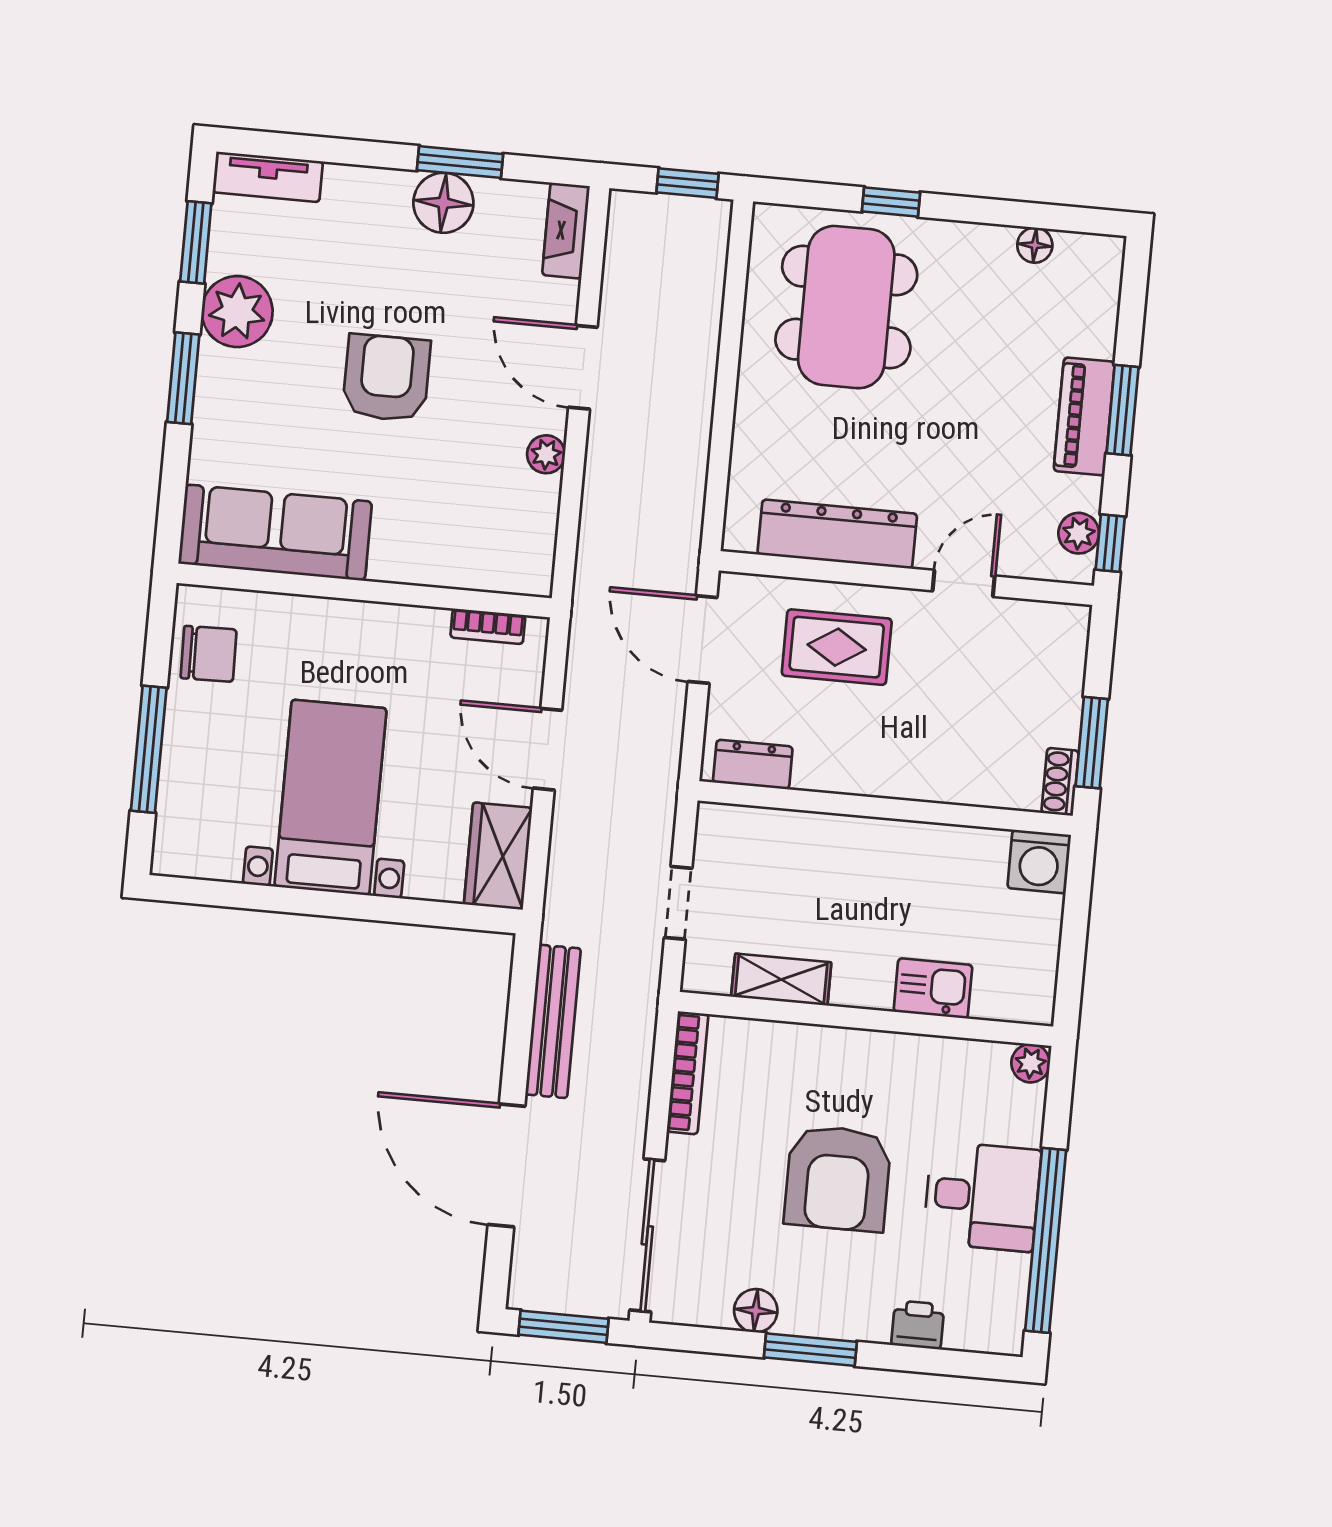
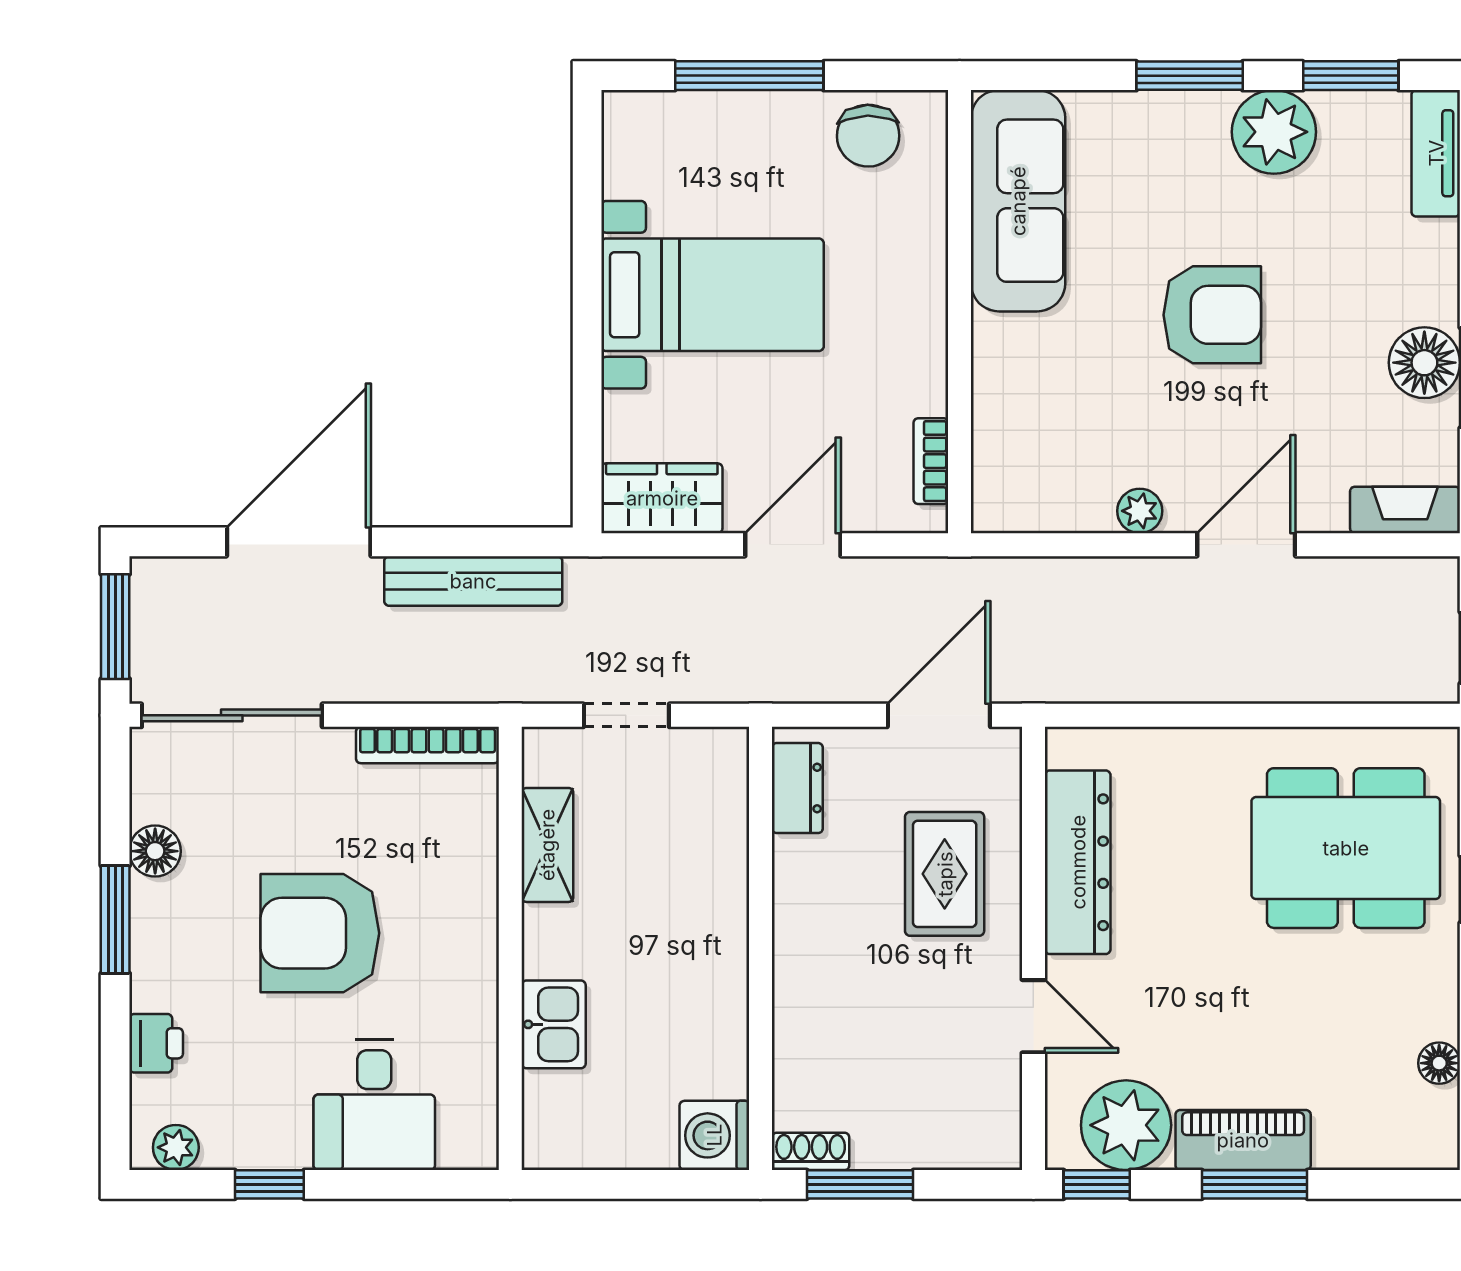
plant: (1079, 533) -> (1126, 1125), width x1.87, depth x1.87
plant: (1031, 1063) -> (176, 1147), moved
desk: (982, 1196) -> (374, 1105), moved
window: (1046, 1240) -> (269, 1184), width x0.32

